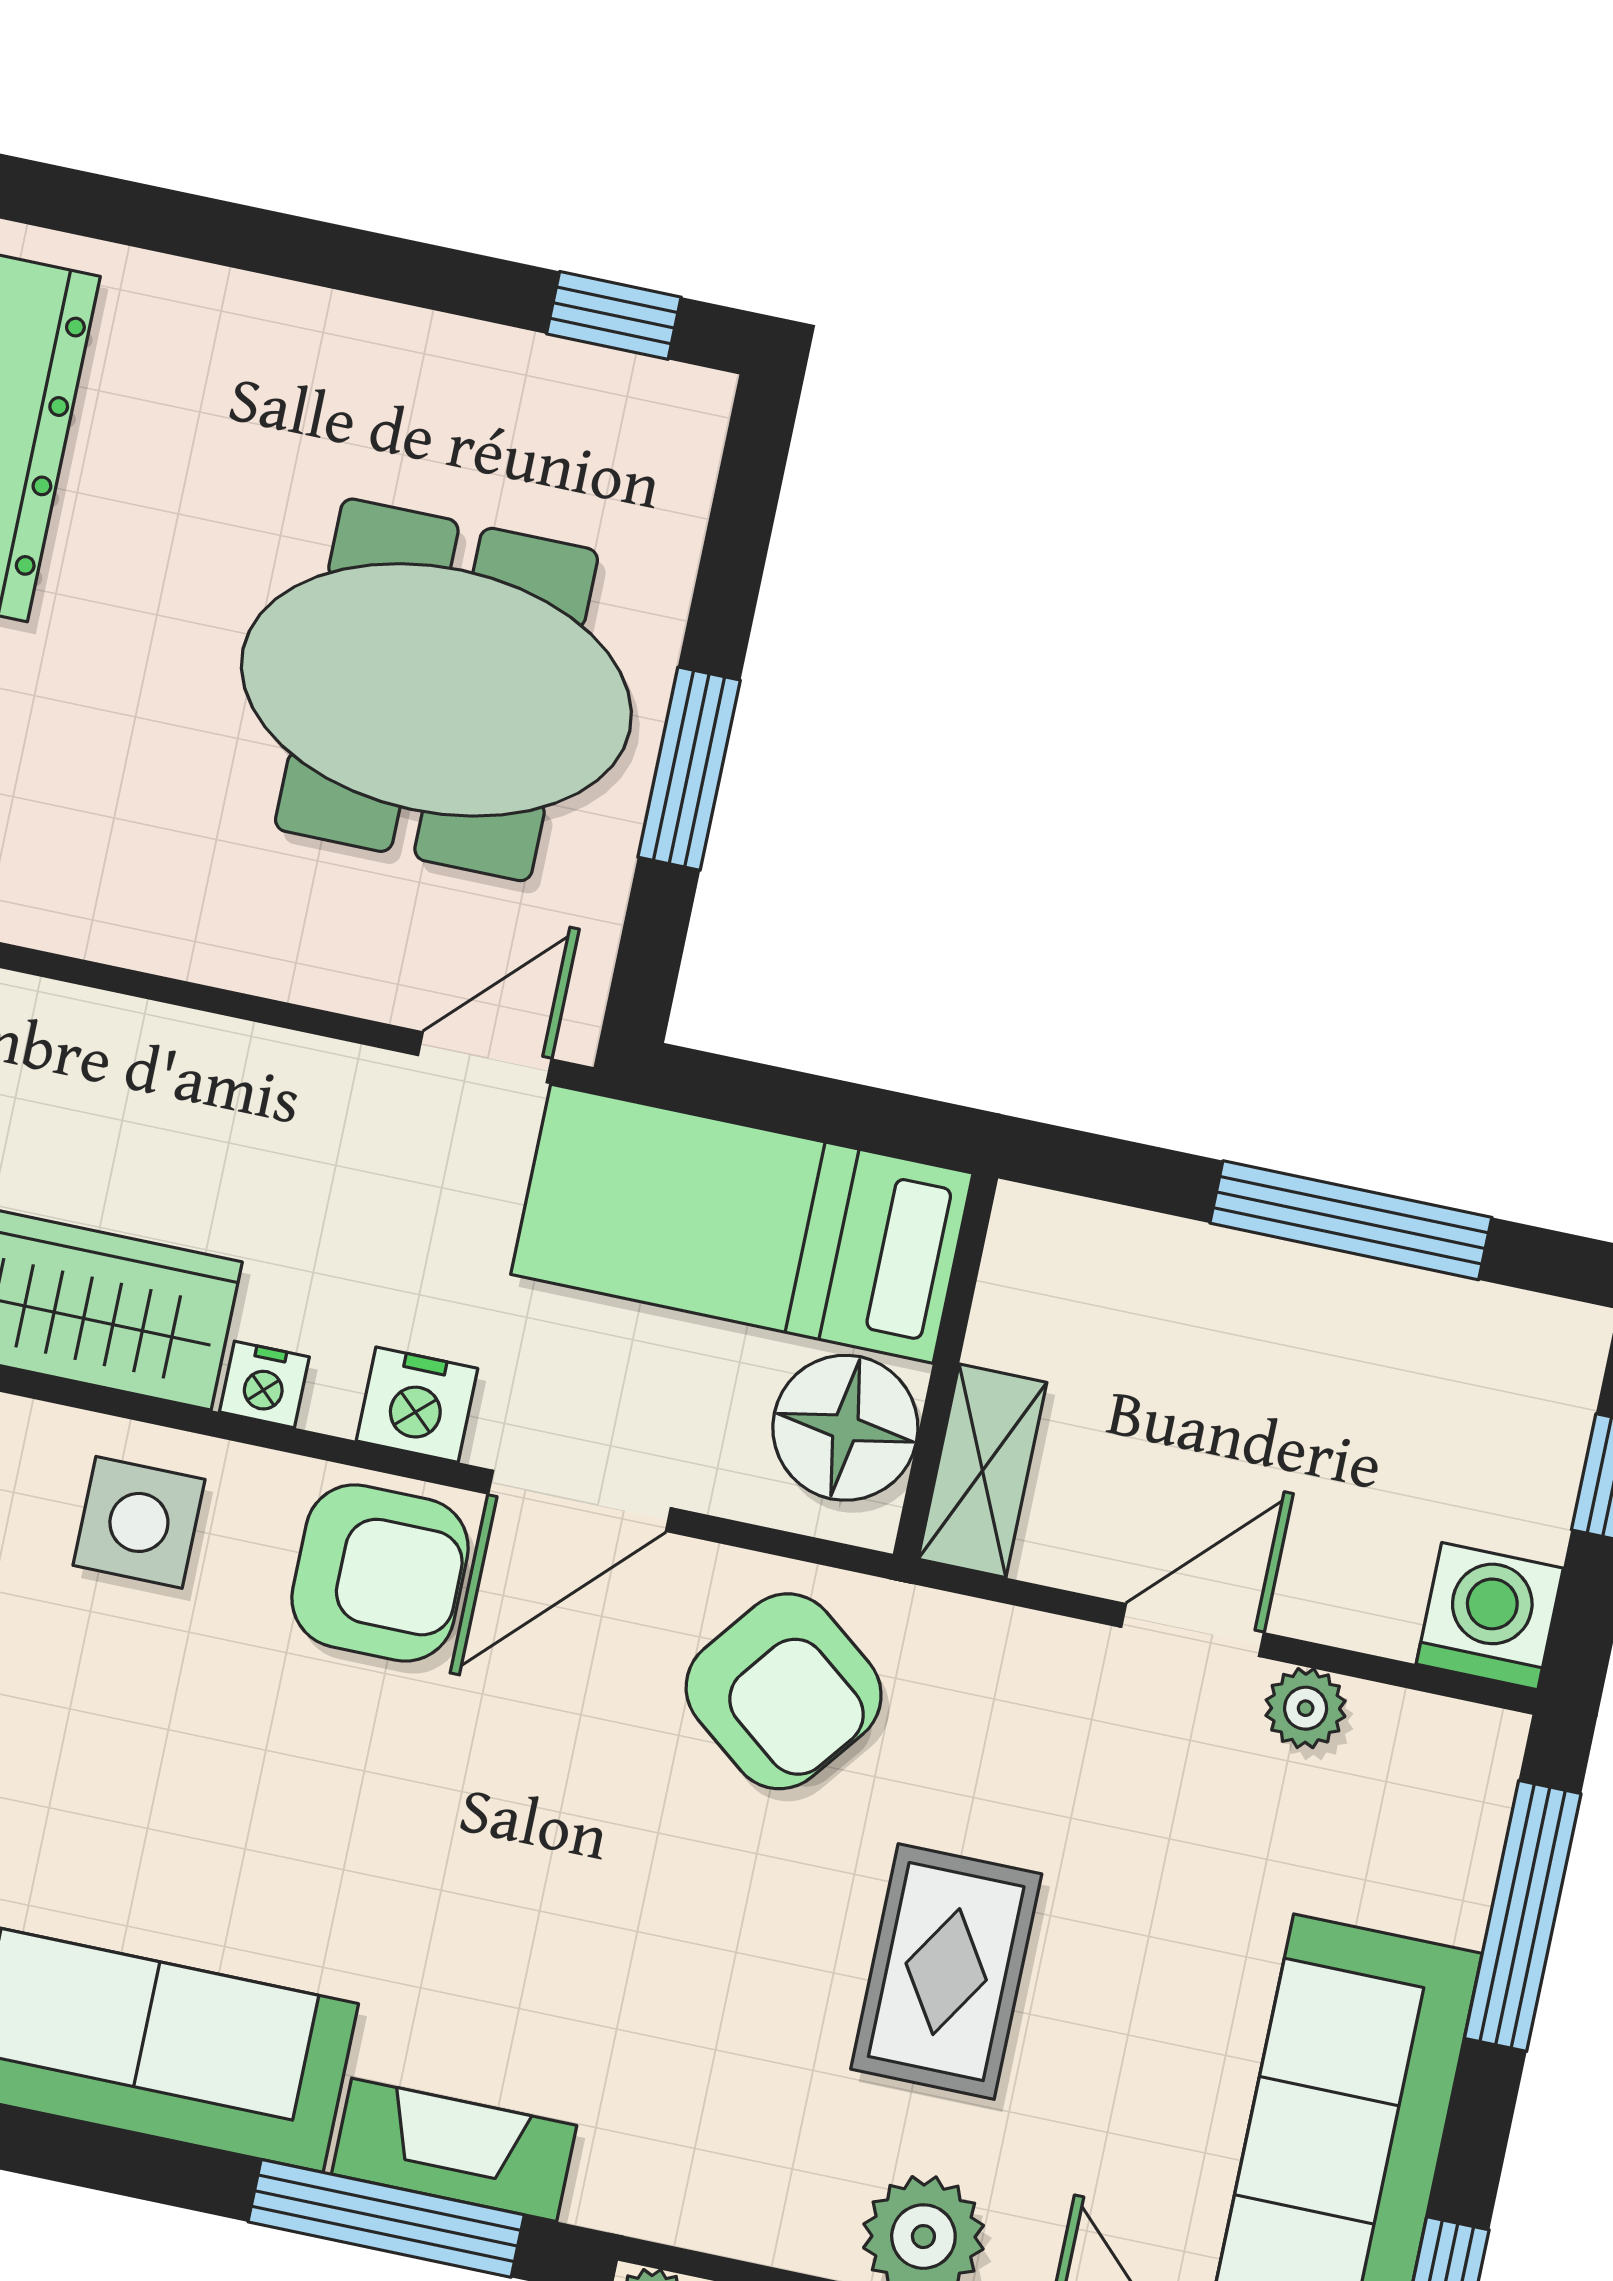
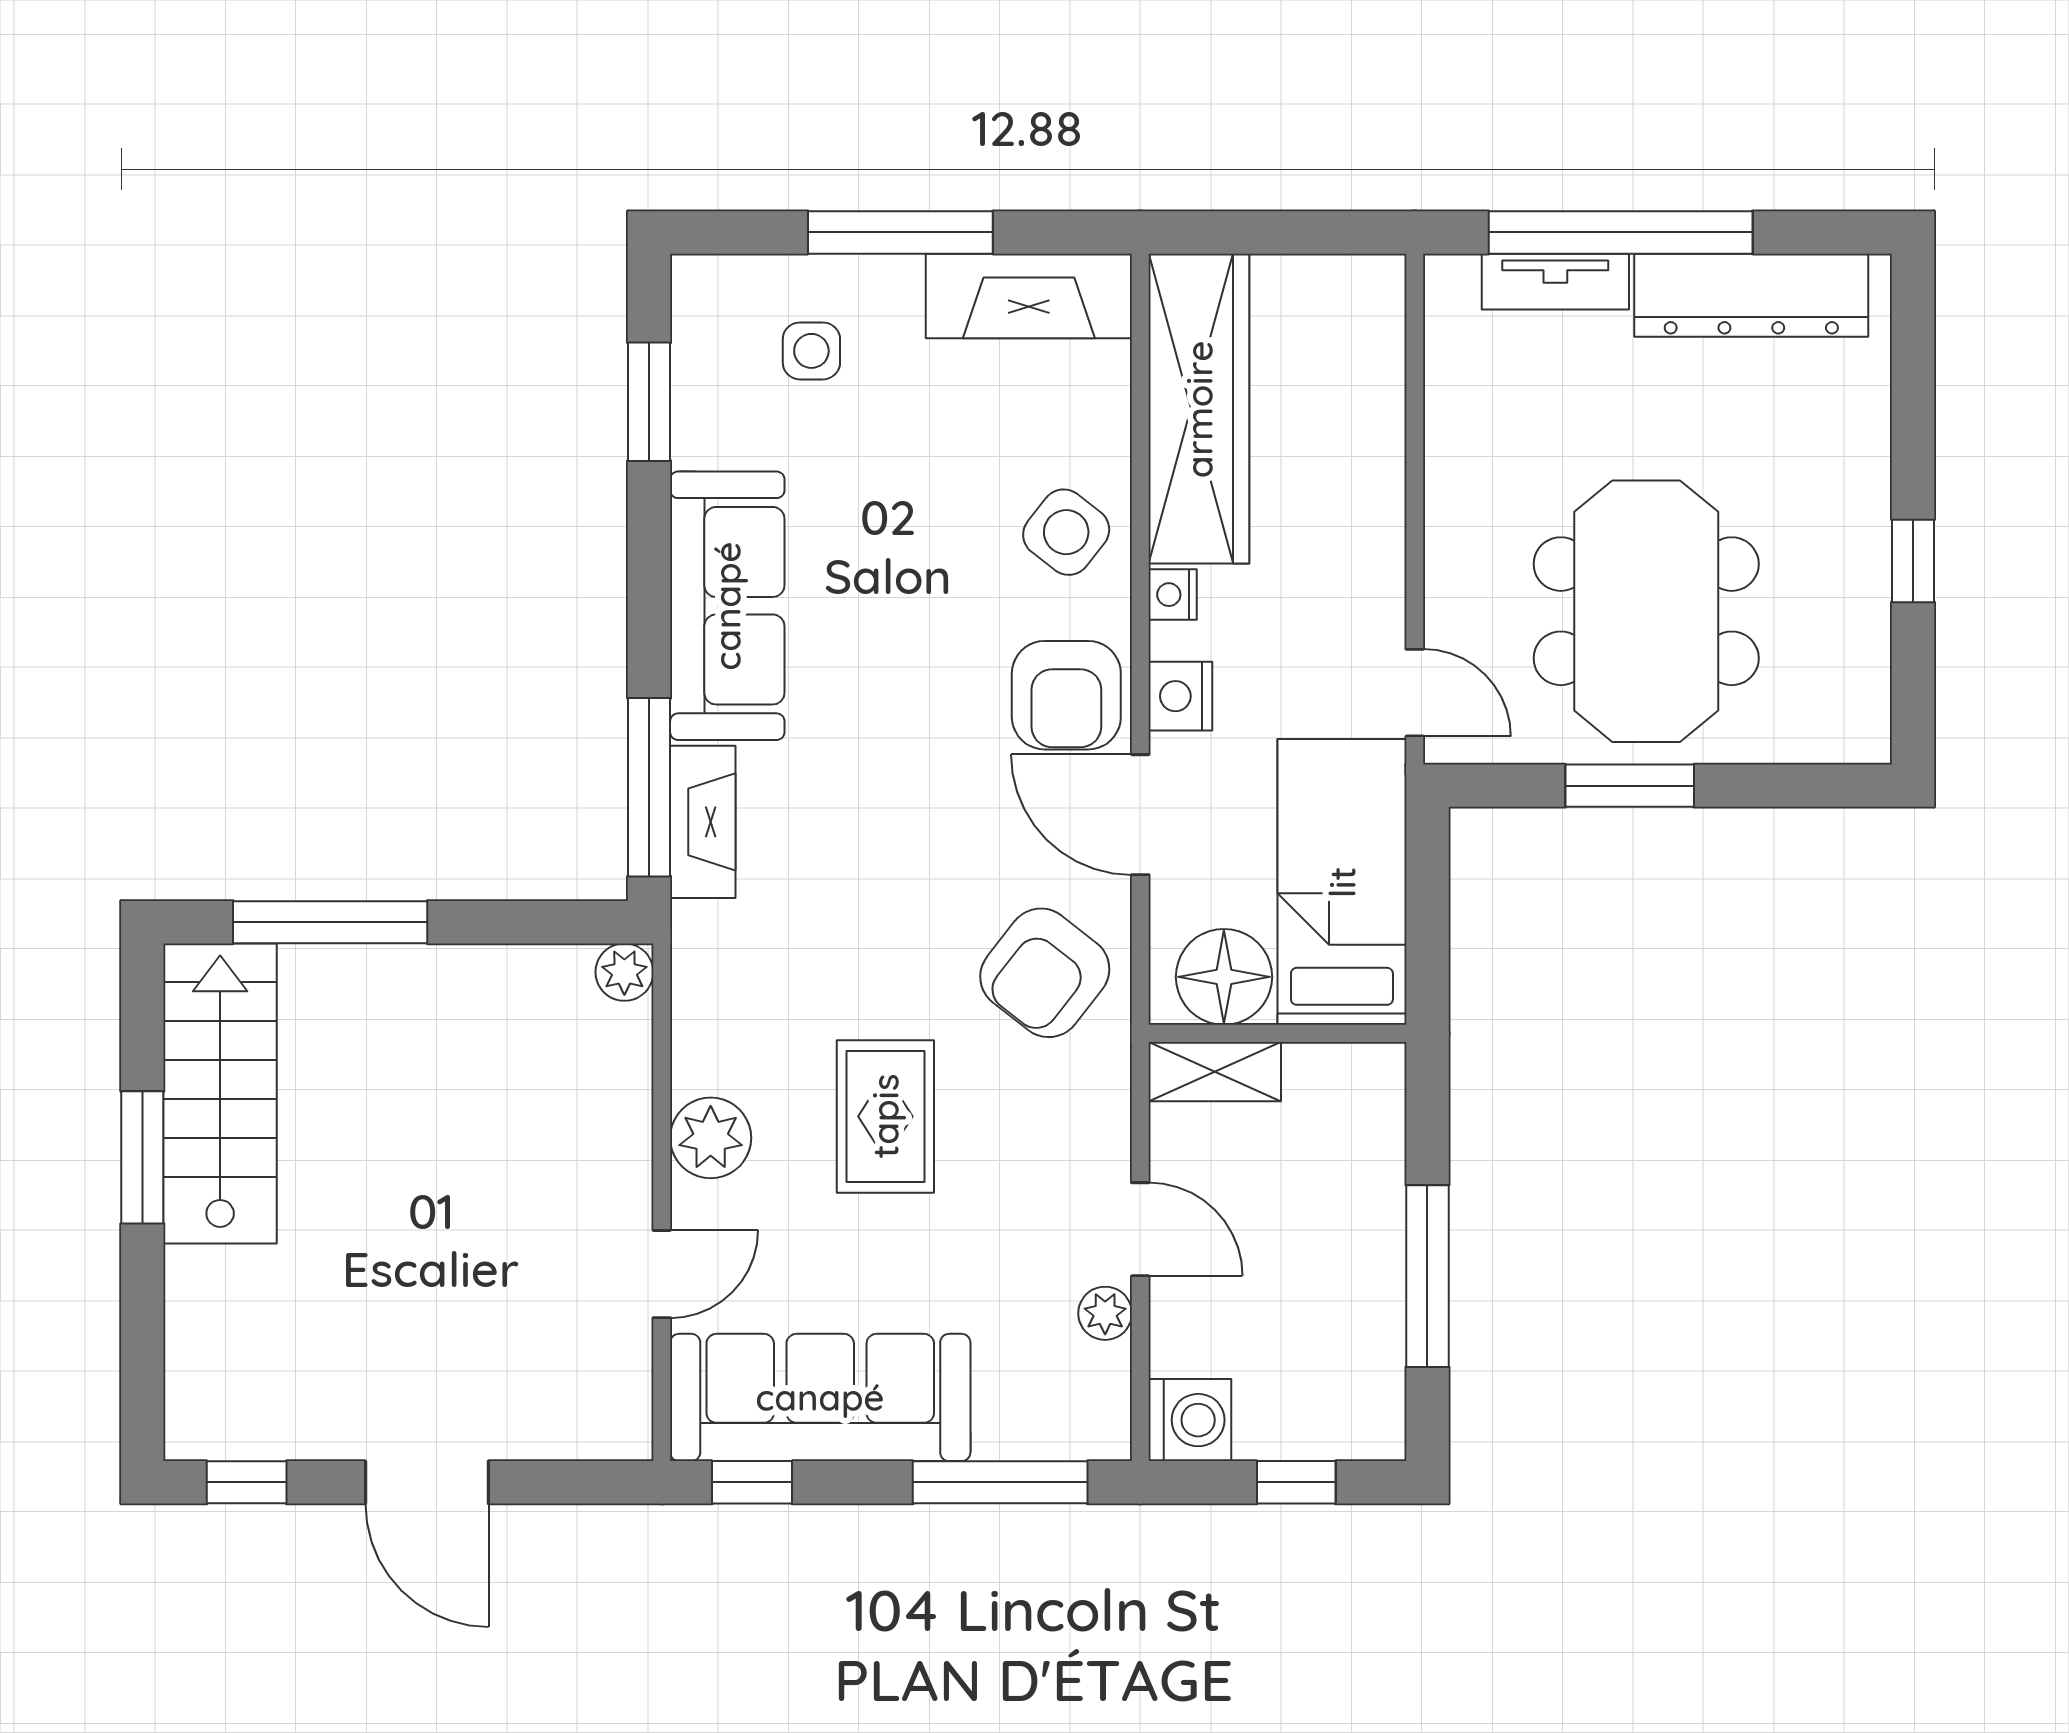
window: (614, 315) -> (1913, 561), moved
side table: (139, 1522) -> (1066, 532), turned 38
rug: (946, 1972) -> (885, 1116), turned 90

